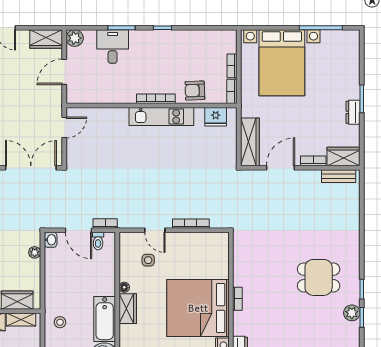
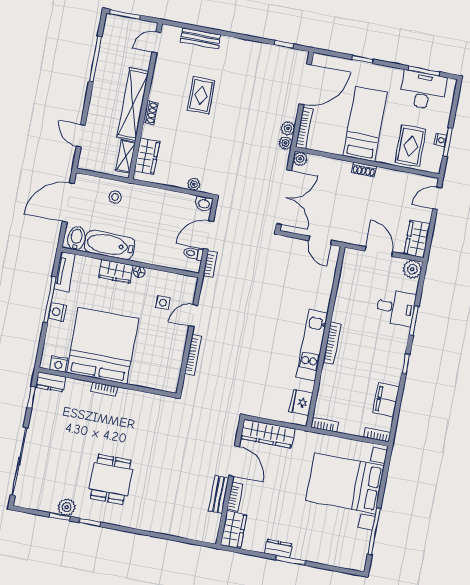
filing cabinet: (198, 39) -> (386, 400), added
bookcase: (232, 66) -> (377, 435), moved
armchair: (195, 91) -> (333, 386), removed
bench: (339, 176) -> (219, 495), moved

